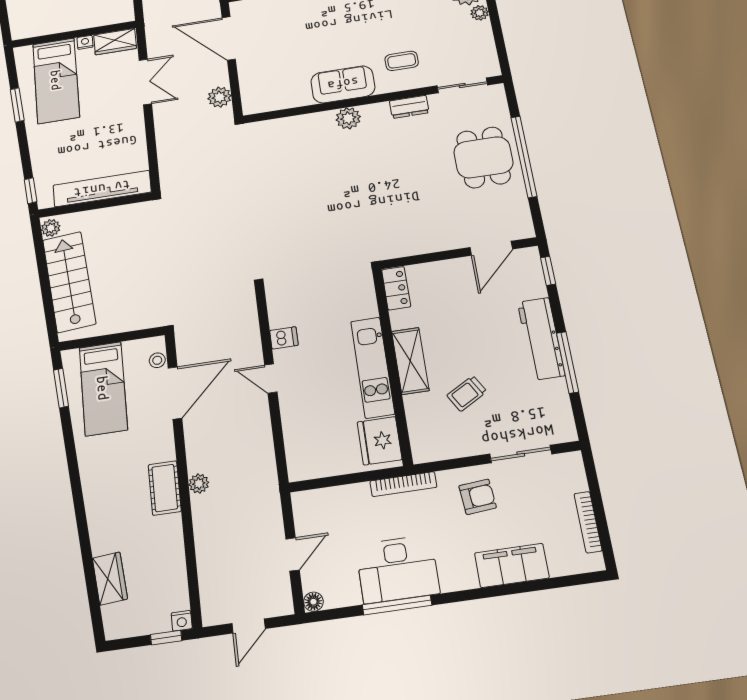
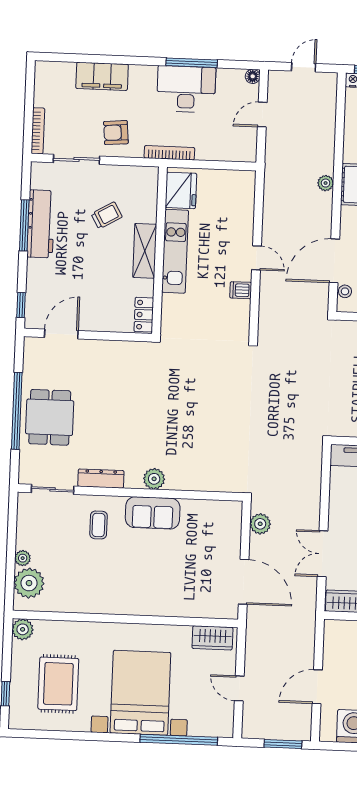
coffee table: (402, 61) -> (99, 525), turned 90
dresser: (409, 107) -> (101, 479), width x1.44
workbench: (541, 339) -> (41, 224), moved
bookcase: (588, 522) -> (38, 131), moved

